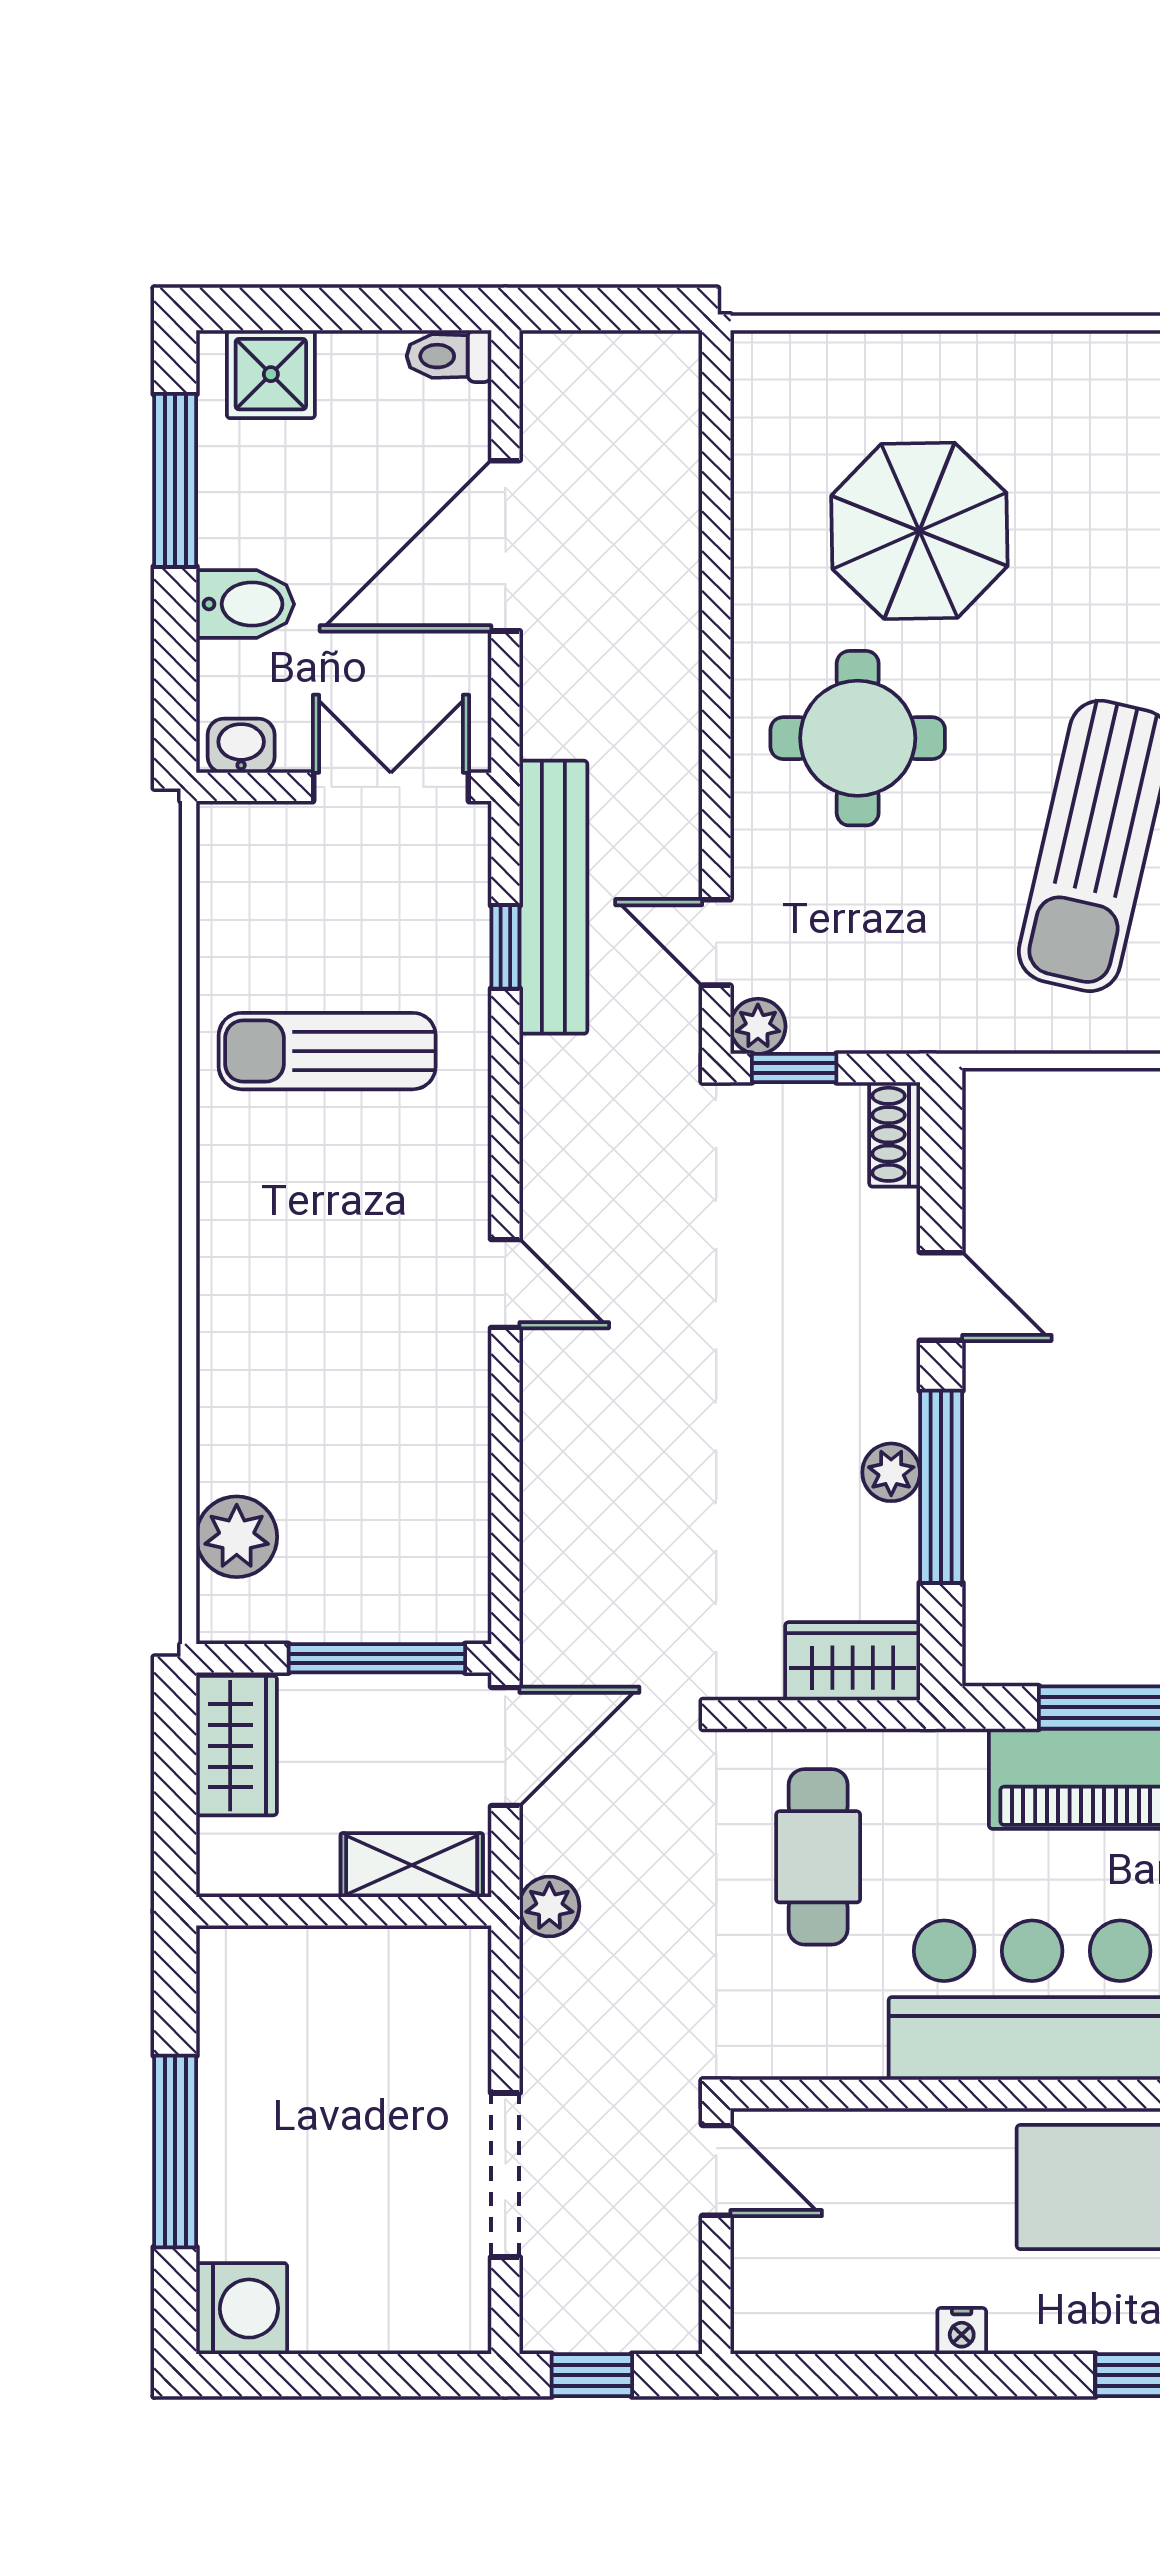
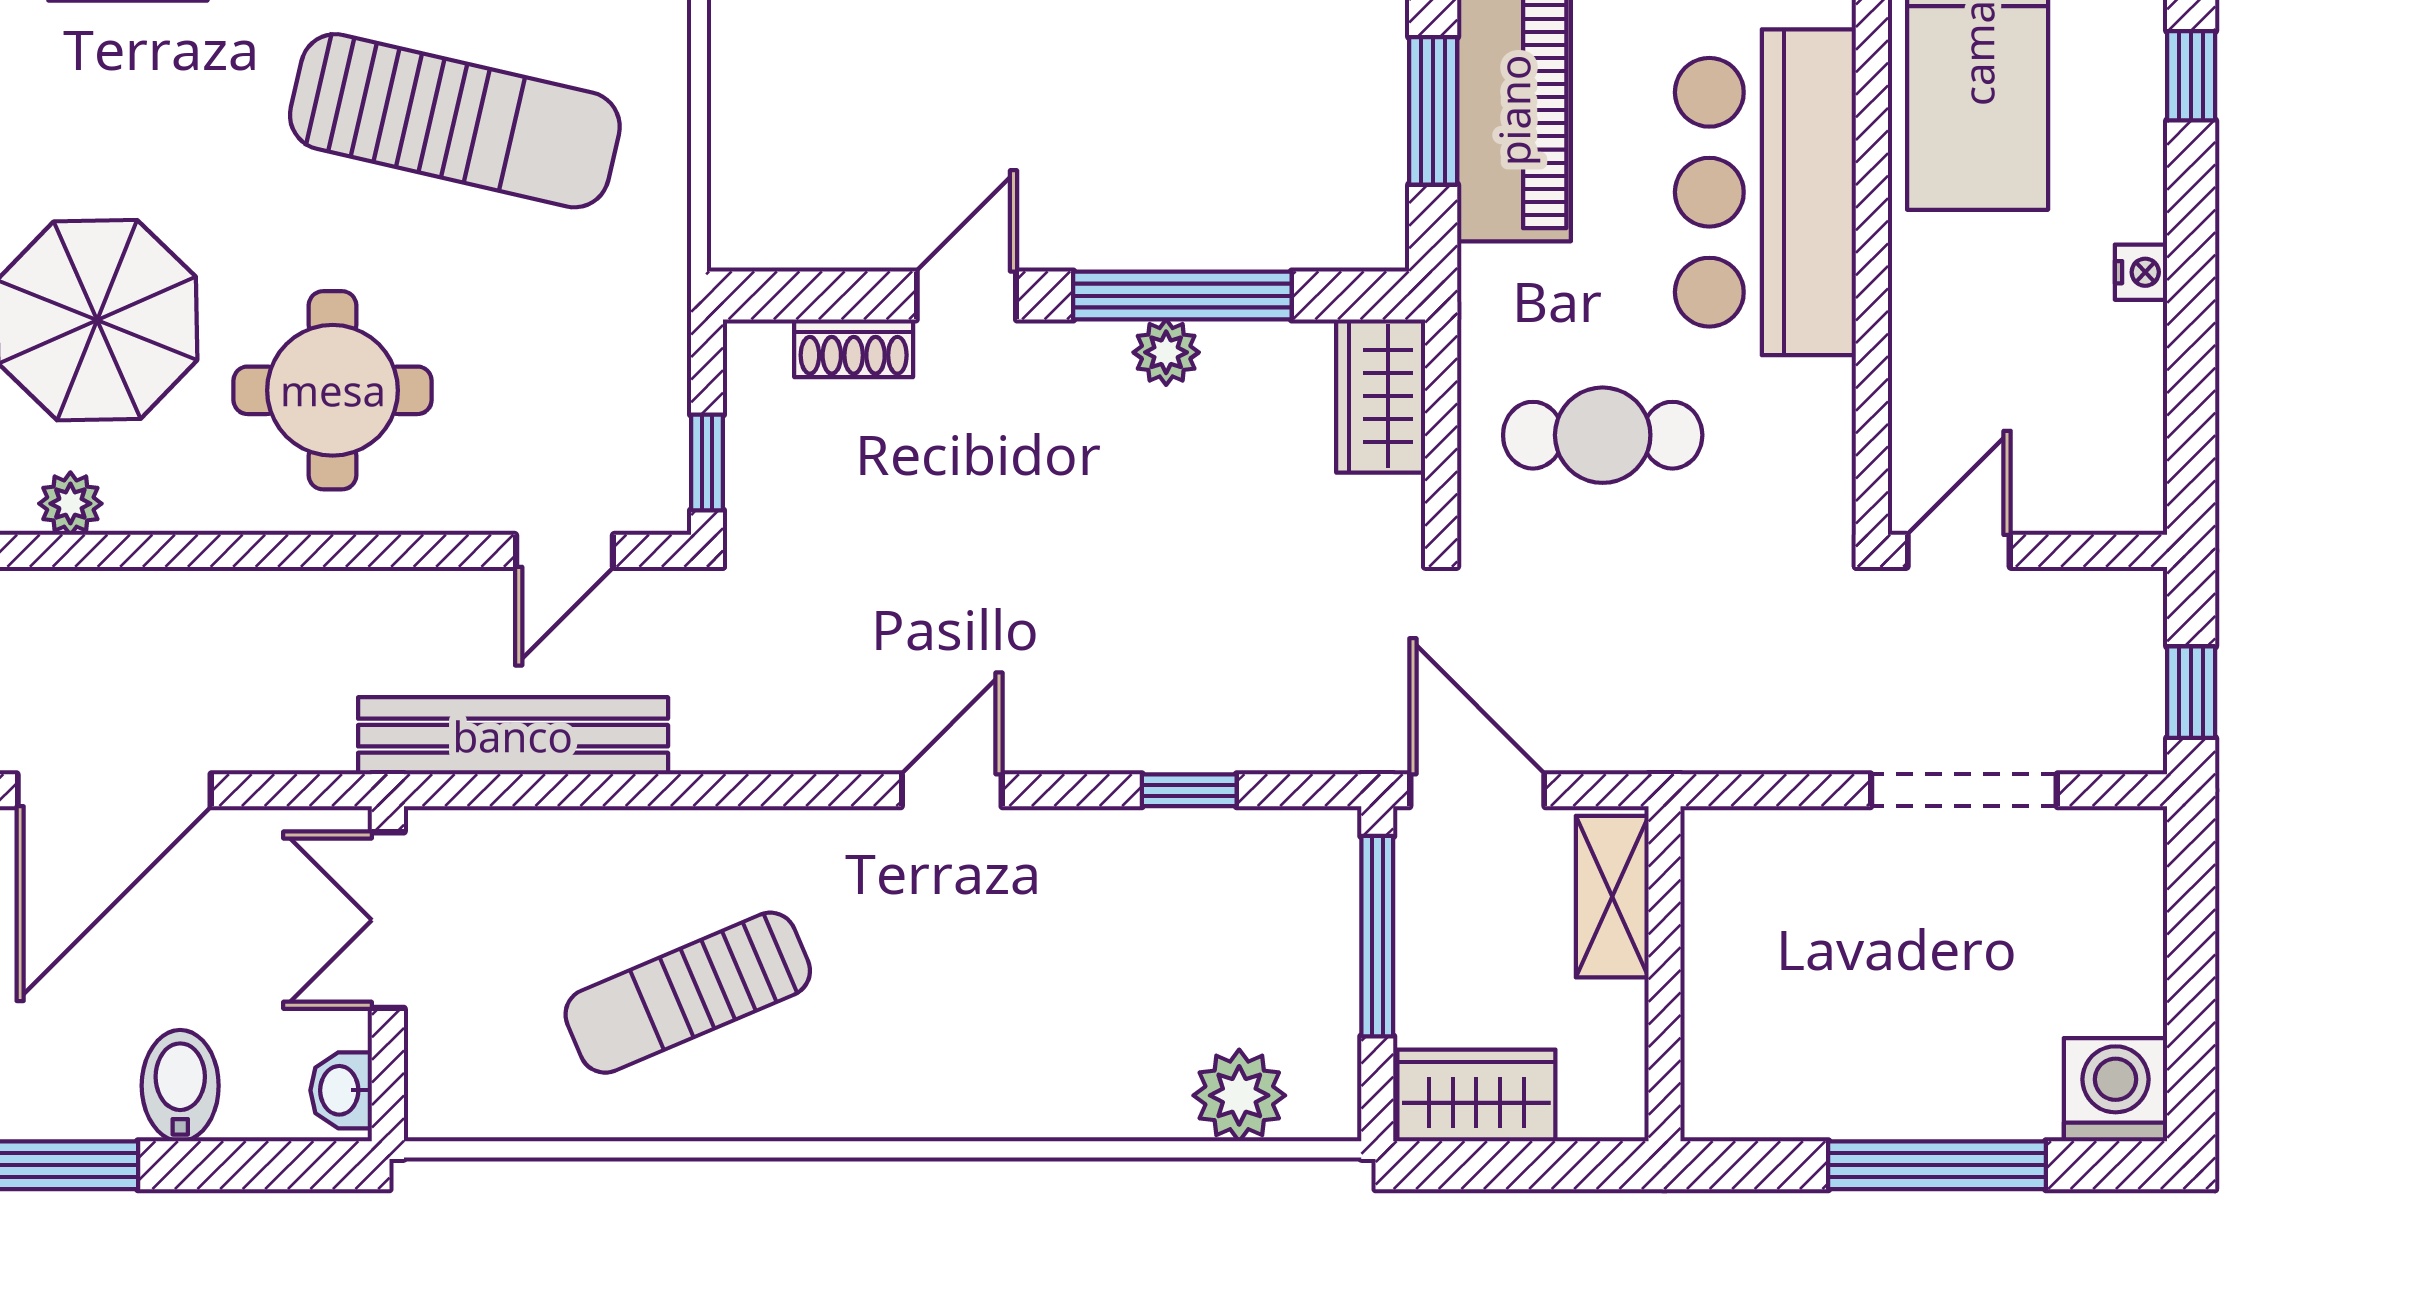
door: (505, 546) -> (114, 790), hinge flipped
window: (505, 947) -> (1189, 790), moved
plant: (758, 1026) -> (70, 504), moved
sun lounger: (327, 1051) -> (688, 993), turned 67
shoe rack: (895, 1134) -> (854, 348), moved
plant: (549, 1906) -> (1659, 740), removed

